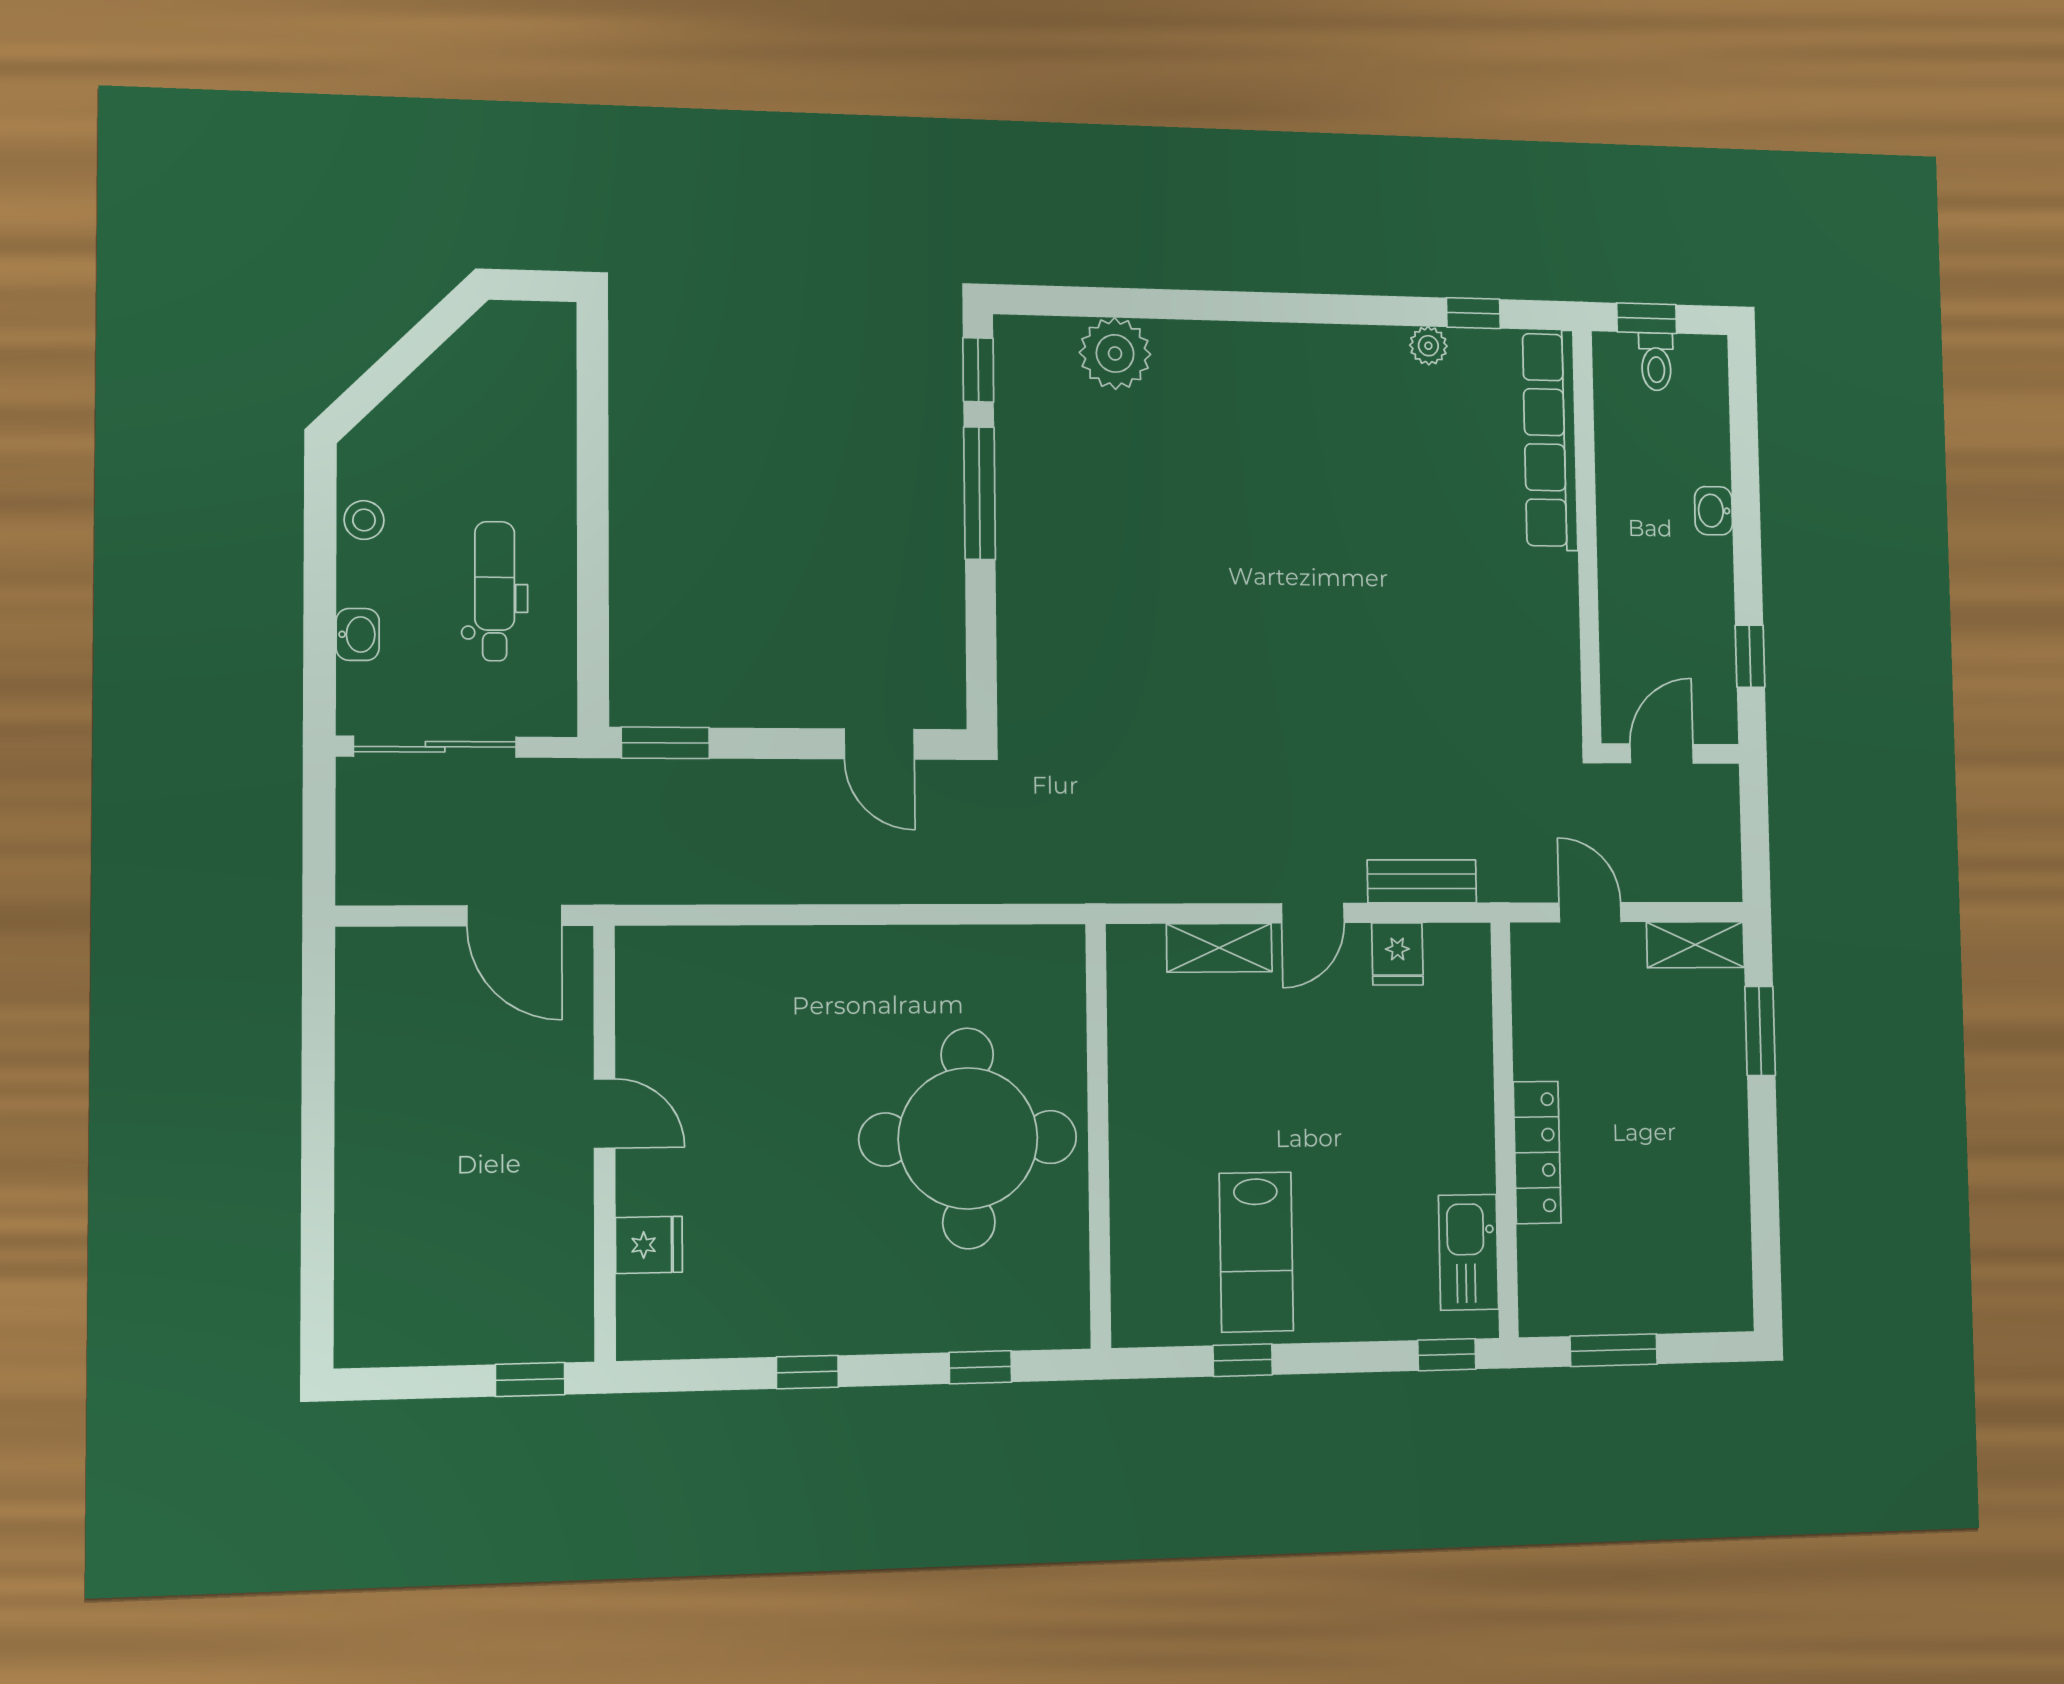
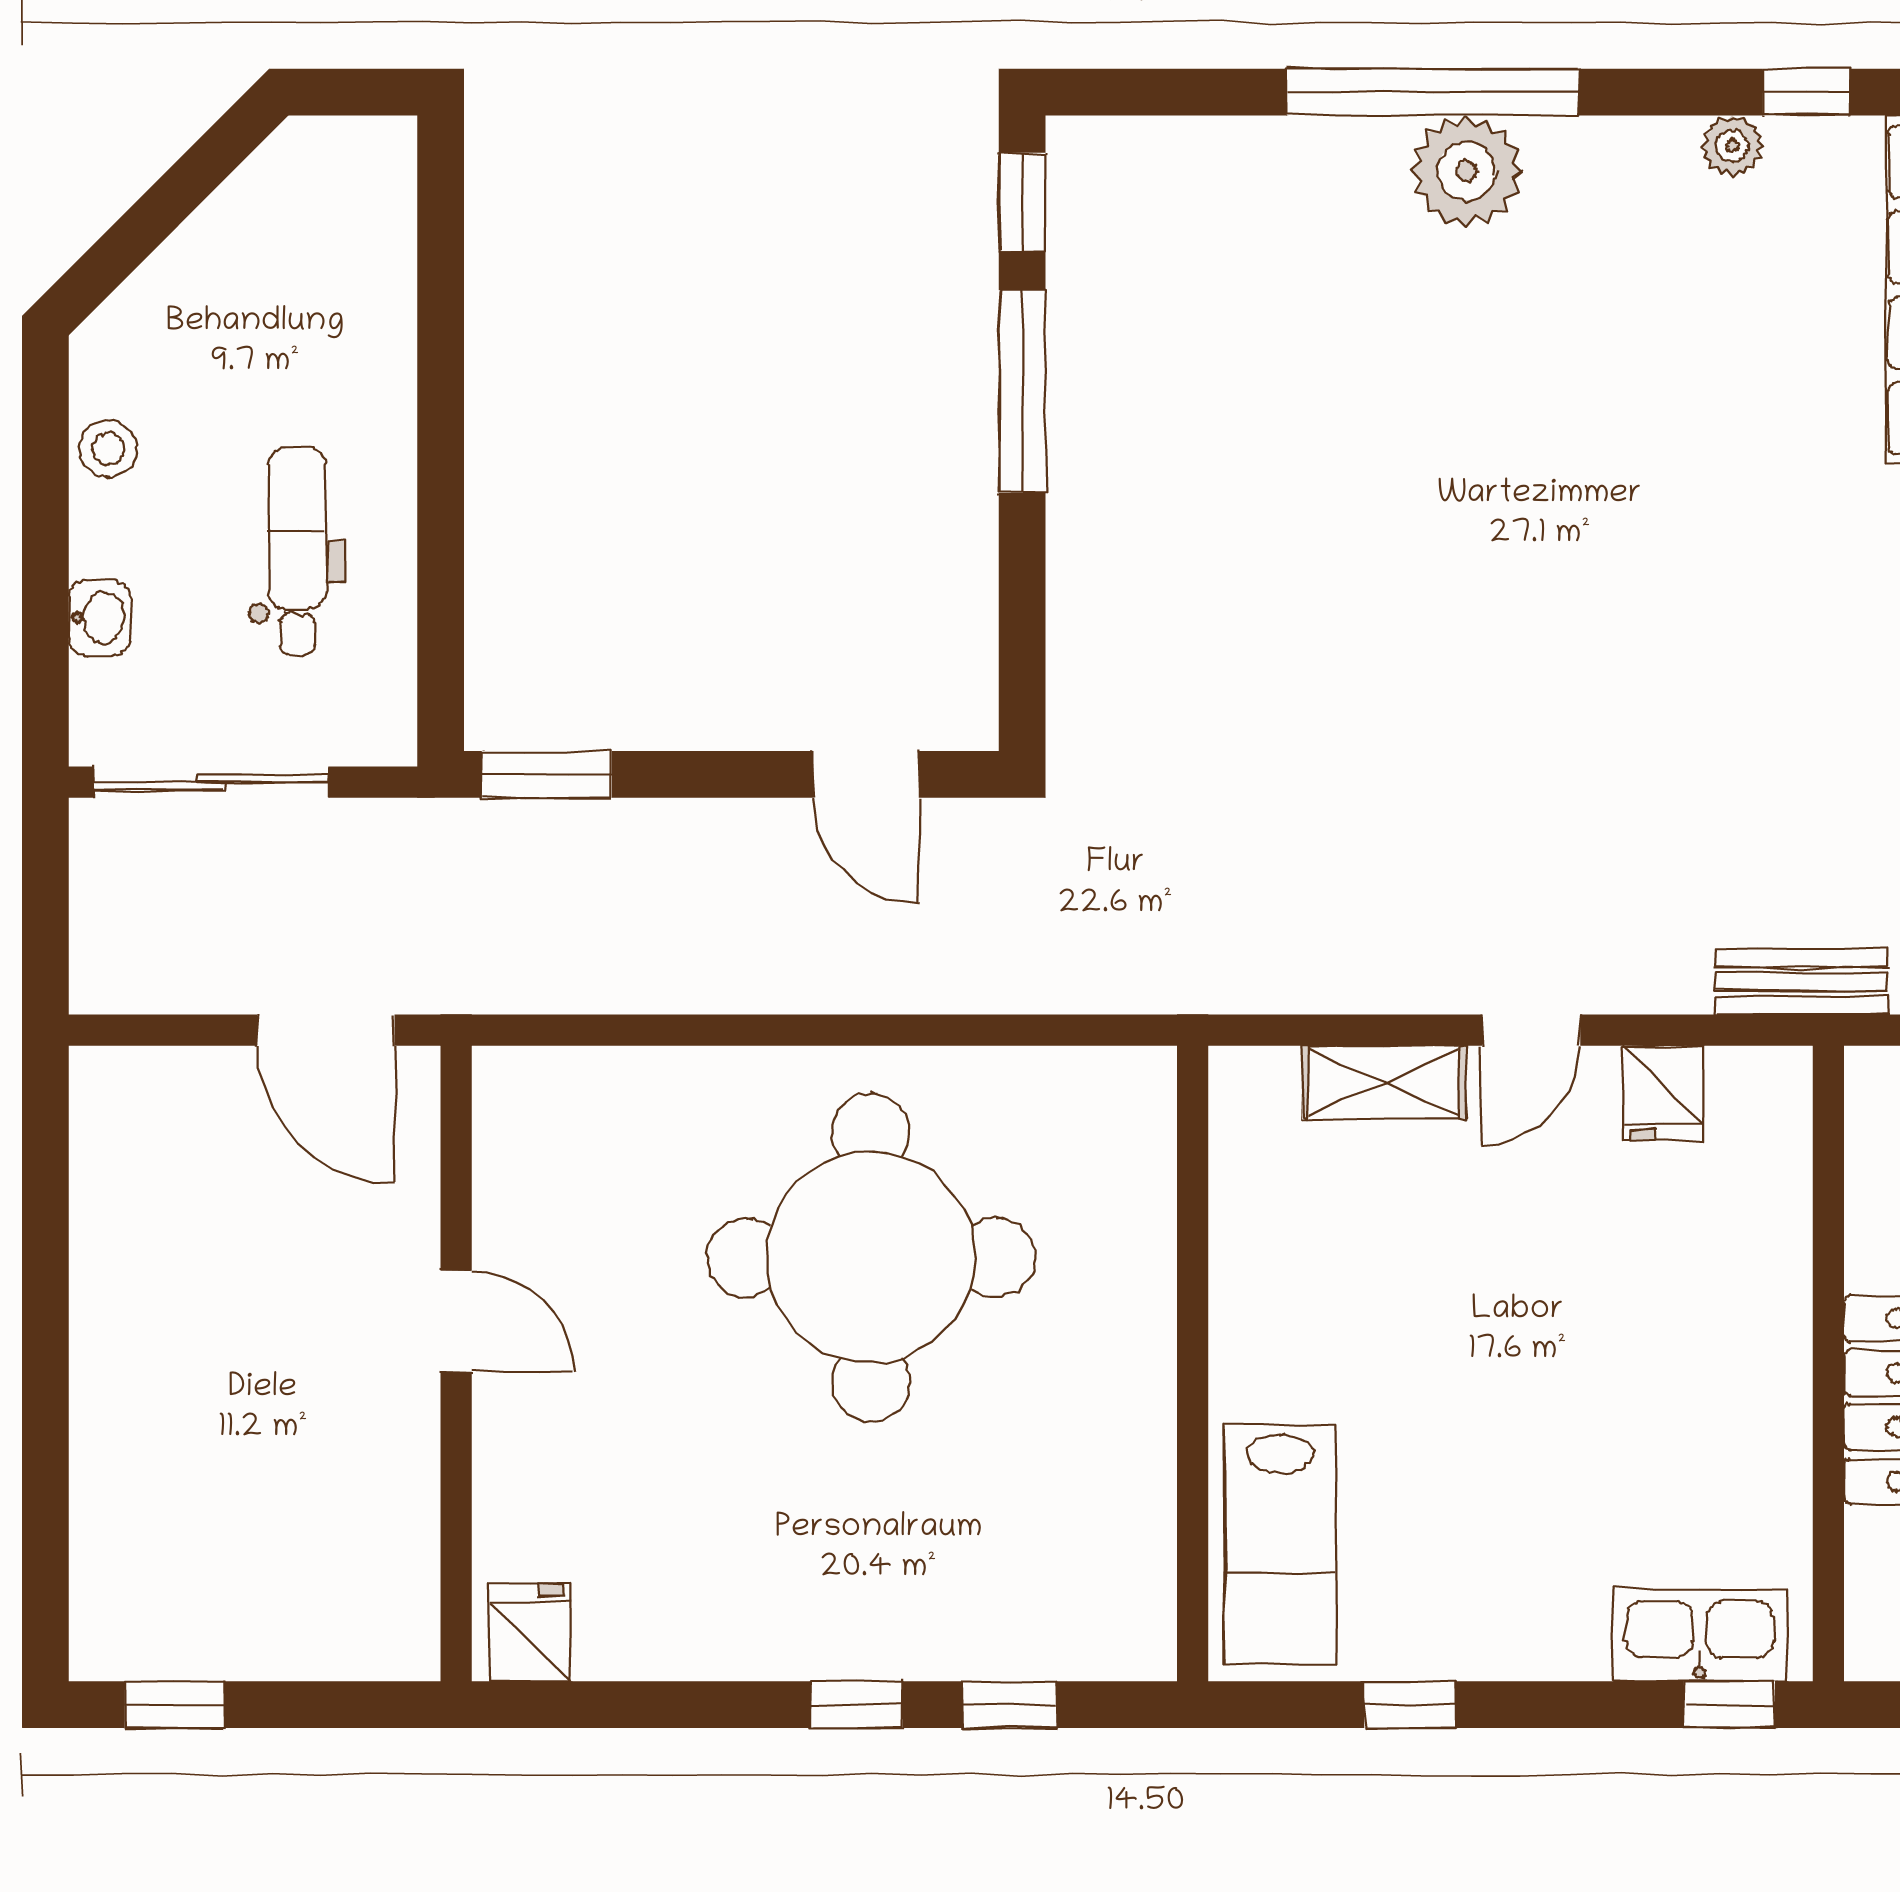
window: (1240, 306) -> (1433, 92), added
plant: (1115, 353) -> (1466, 171), moved
bench: (1422, 881) -> (1802, 982), moved
round table: (968, 1138) -> (871, 1257), moved
fridge: (649, 1245) -> (530, 1633), moved, turned -90
lab bench: (1256, 1252) -> (1280, 1544), moved
kitchen sink: (1468, 1252) -> (1700, 1635), moved, turned 90
window: (807, 1372) -> (857, 1705), moved
window: (530, 1380) -> (175, 1705), moved

